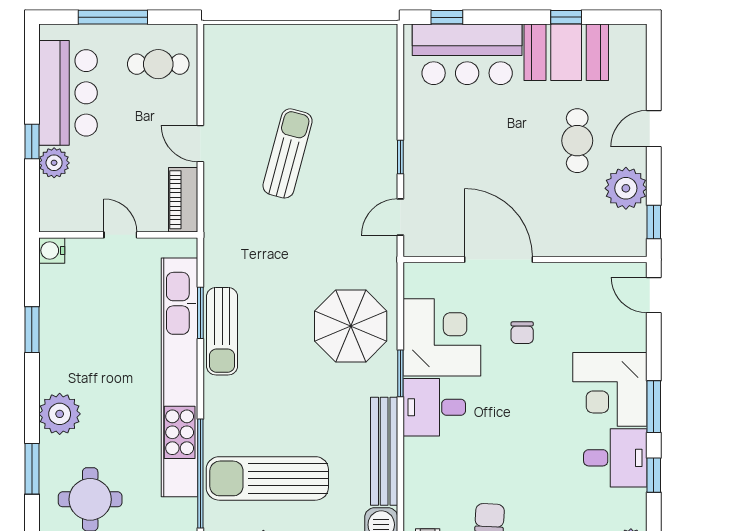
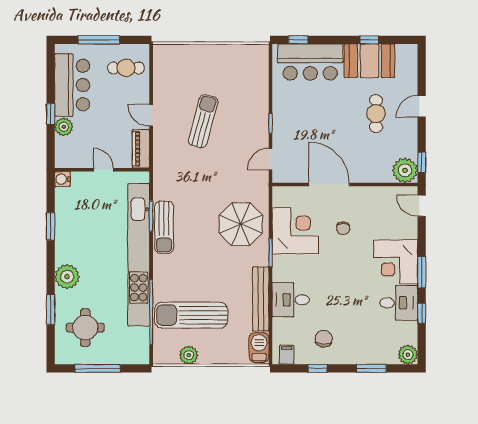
plant: (626, 188) -> (405, 170), moved
desk: (434, 407) -> (291, 300), moved

